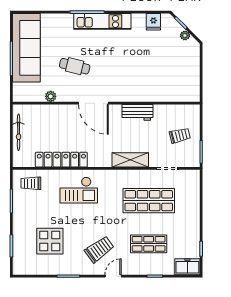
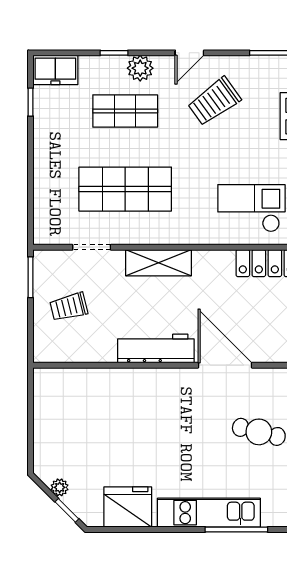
fridge: (153, 22) -> (128, 507), width x1.88, depth x1.34
workbench: (137, 112) -> (156, 349), width x1.38
plant: (140, 268) -> (140, 68), added

